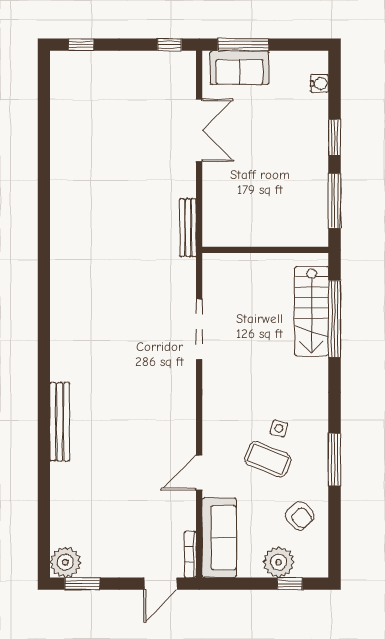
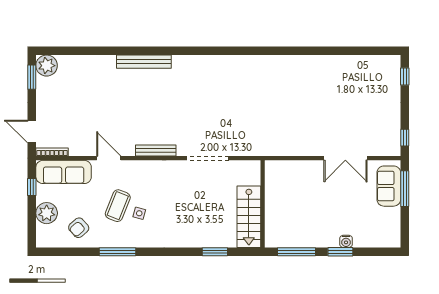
water cooler: (319, 83) -> (346, 241), moved
bench: (188, 228) -> (156, 150), moved
stairs: (312, 311) -> (249, 217), moved, turned -90
window: (334, 319) -> (215, 252), width x0.47
window: (290, 584) -> (32, 187), moved

